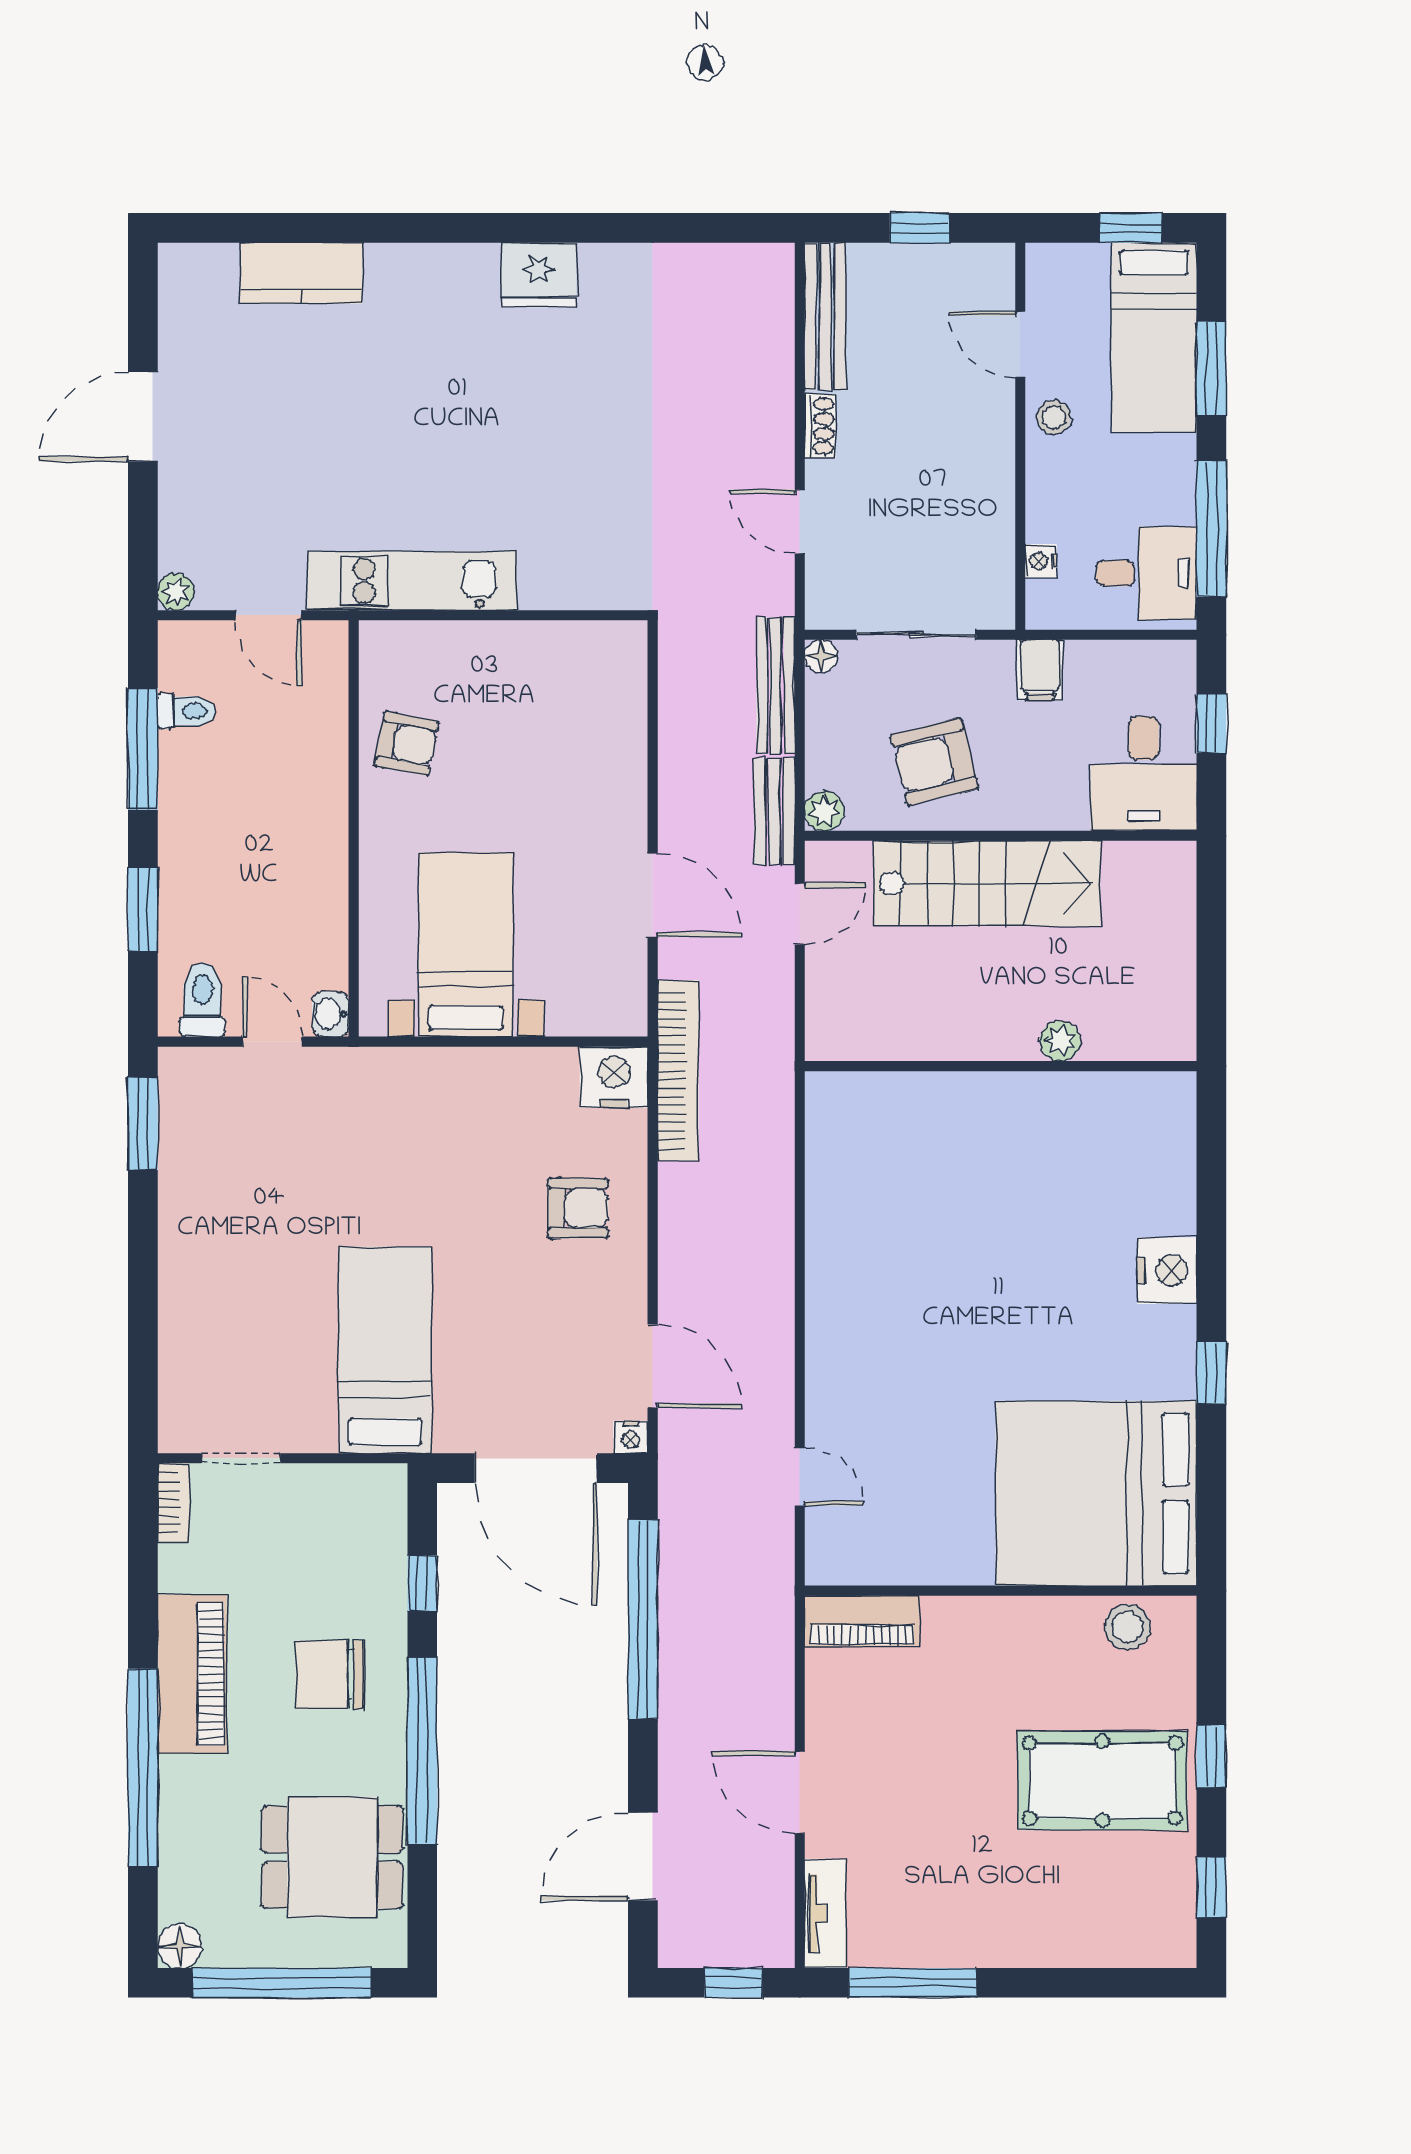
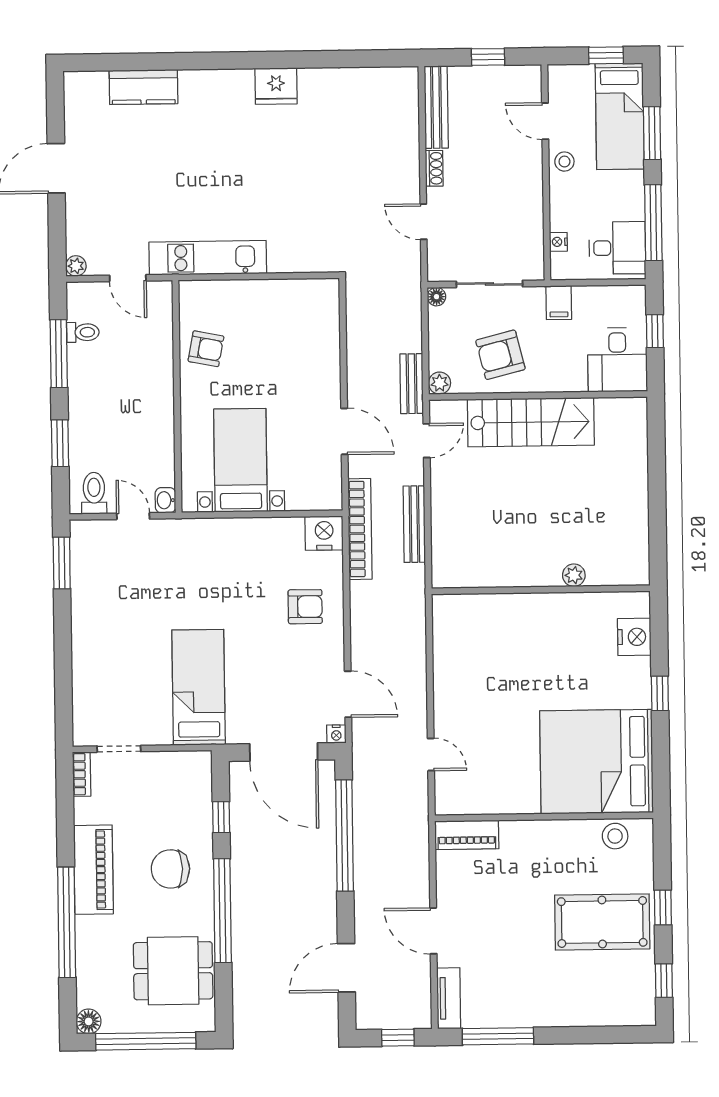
bench: (776, 686) -> (414, 524), moved
plant: (1060, 1041) -> (574, 575), moved
wall: (1001, 1066) -> (541, 590), moved

